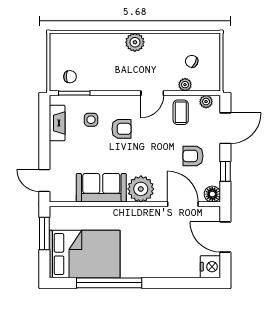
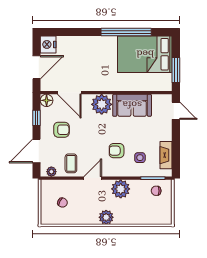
plant: (185, 85) -> (121, 189), moved, width x1.88, depth x1.88
door: (225, 237) -> (36, 67), hinge flipped

